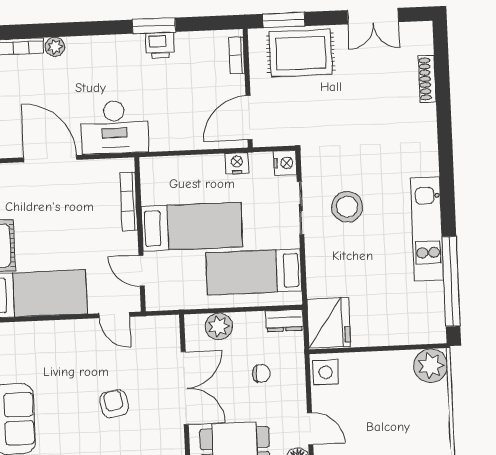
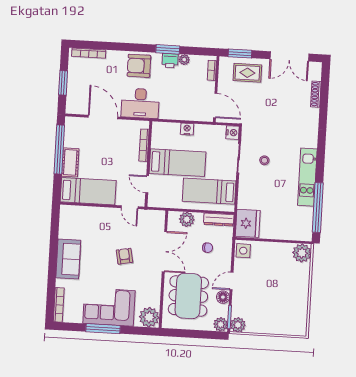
double door: (373, 16) -> (289, 56), width x1.37
plant: (55, 47) -> (184, 60), moved
rug: (301, 53) -> (247, 73), width x0.73, depth x0.70
armchair: (105, 60) -> (139, 66), added
door: (249, 118) -> (215, 106), swing flipped
nightstand: (237, 163) -> (187, 129), moved
stool: (347, 207) -> (264, 160), width x0.53, depth x0.53
dresser: (284, 321) -> (219, 220), width x1.44
door: (310, 429) -> (232, 281), swing flipped

